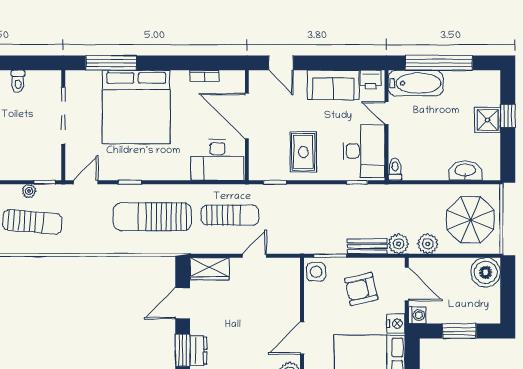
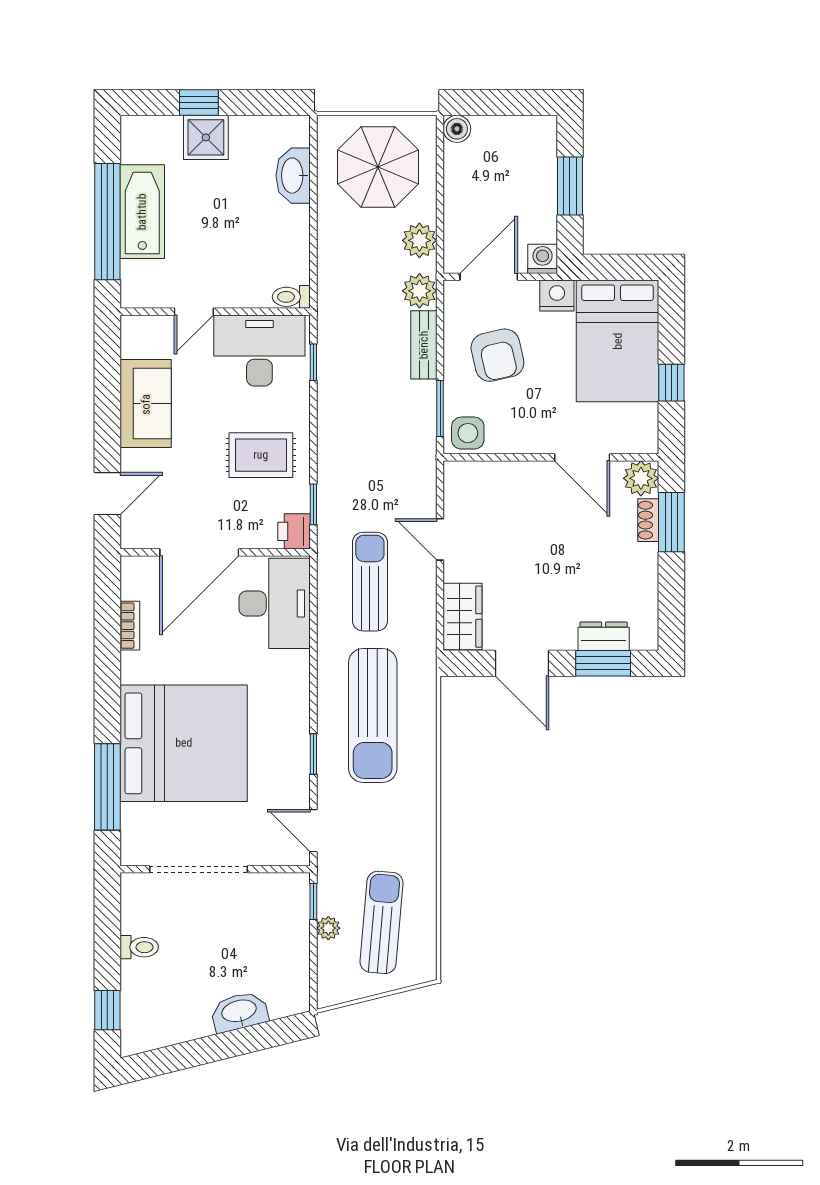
printer: (371, 80) -> (294, 531), moved, turned 180
bathtub: (416, 83) -> (142, 212), moved
boiler: (486, 272) -> (457, 129), width x0.54, depth x0.54

